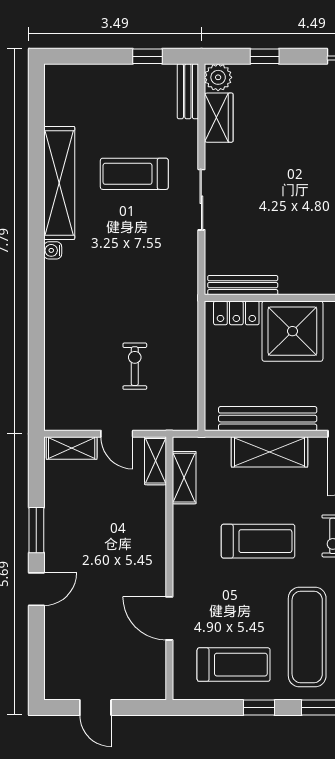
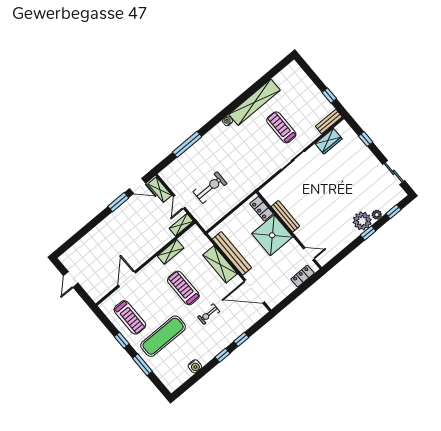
plant: (218, 77) -> (343, 128), removed
bench: (243, 285) -> (285, 216), moved
window: (36, 345) -> (187, 144), added
exercise bike: (135, 366) -> (210, 188), width x1.38, depth x1.39
shelving: (184, 478) -> (171, 252), moved
treadmill: (258, 541) -> (183, 288), turned 180
door: (36, 589) -> (138, 186), moved

